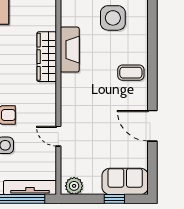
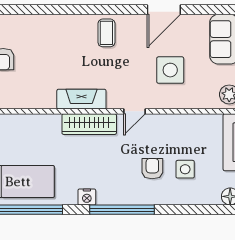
side table: (113, 18) -> (170, 70), moved
door: (58, 136) -> (135, 111), moved

